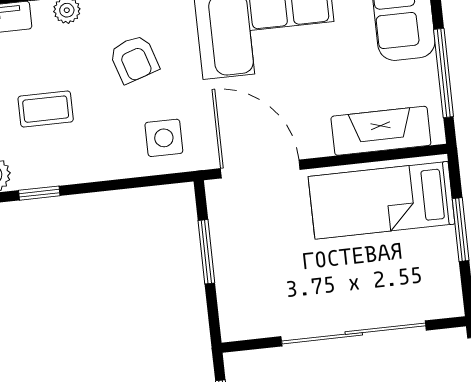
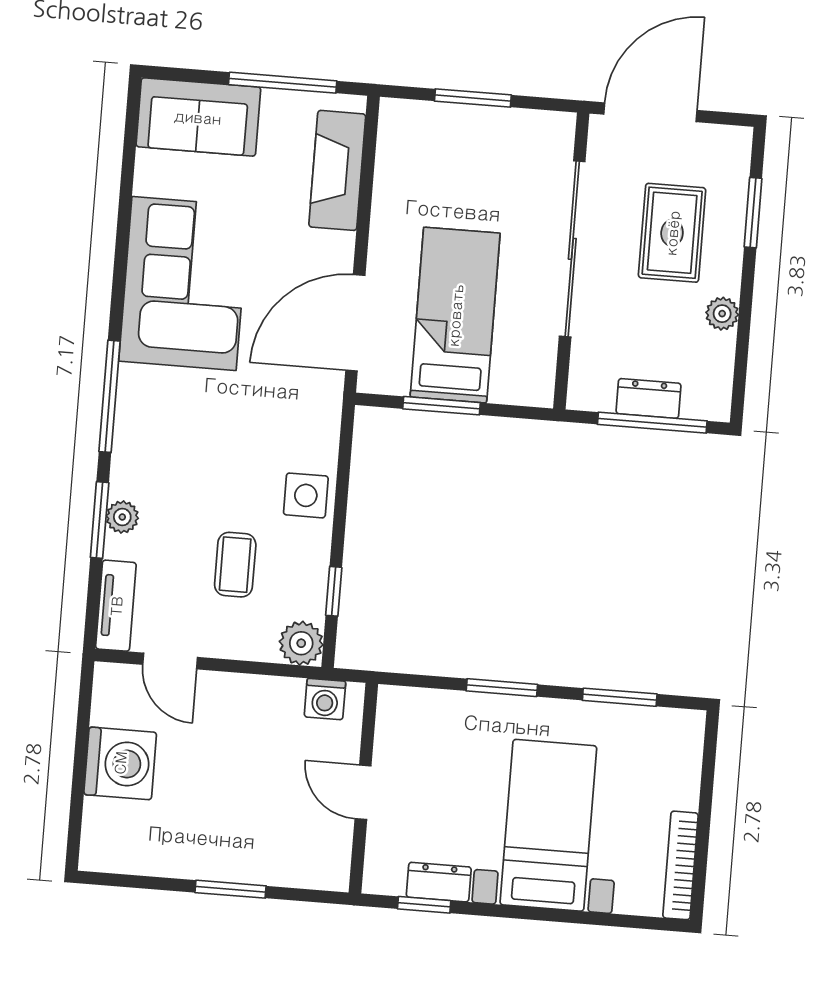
armchair: (134, 59) -> (196, 448), removed
side table: (164, 138) -> (306, 495), moved
bed: (382, 200) -> (455, 315), moved, turned 180

